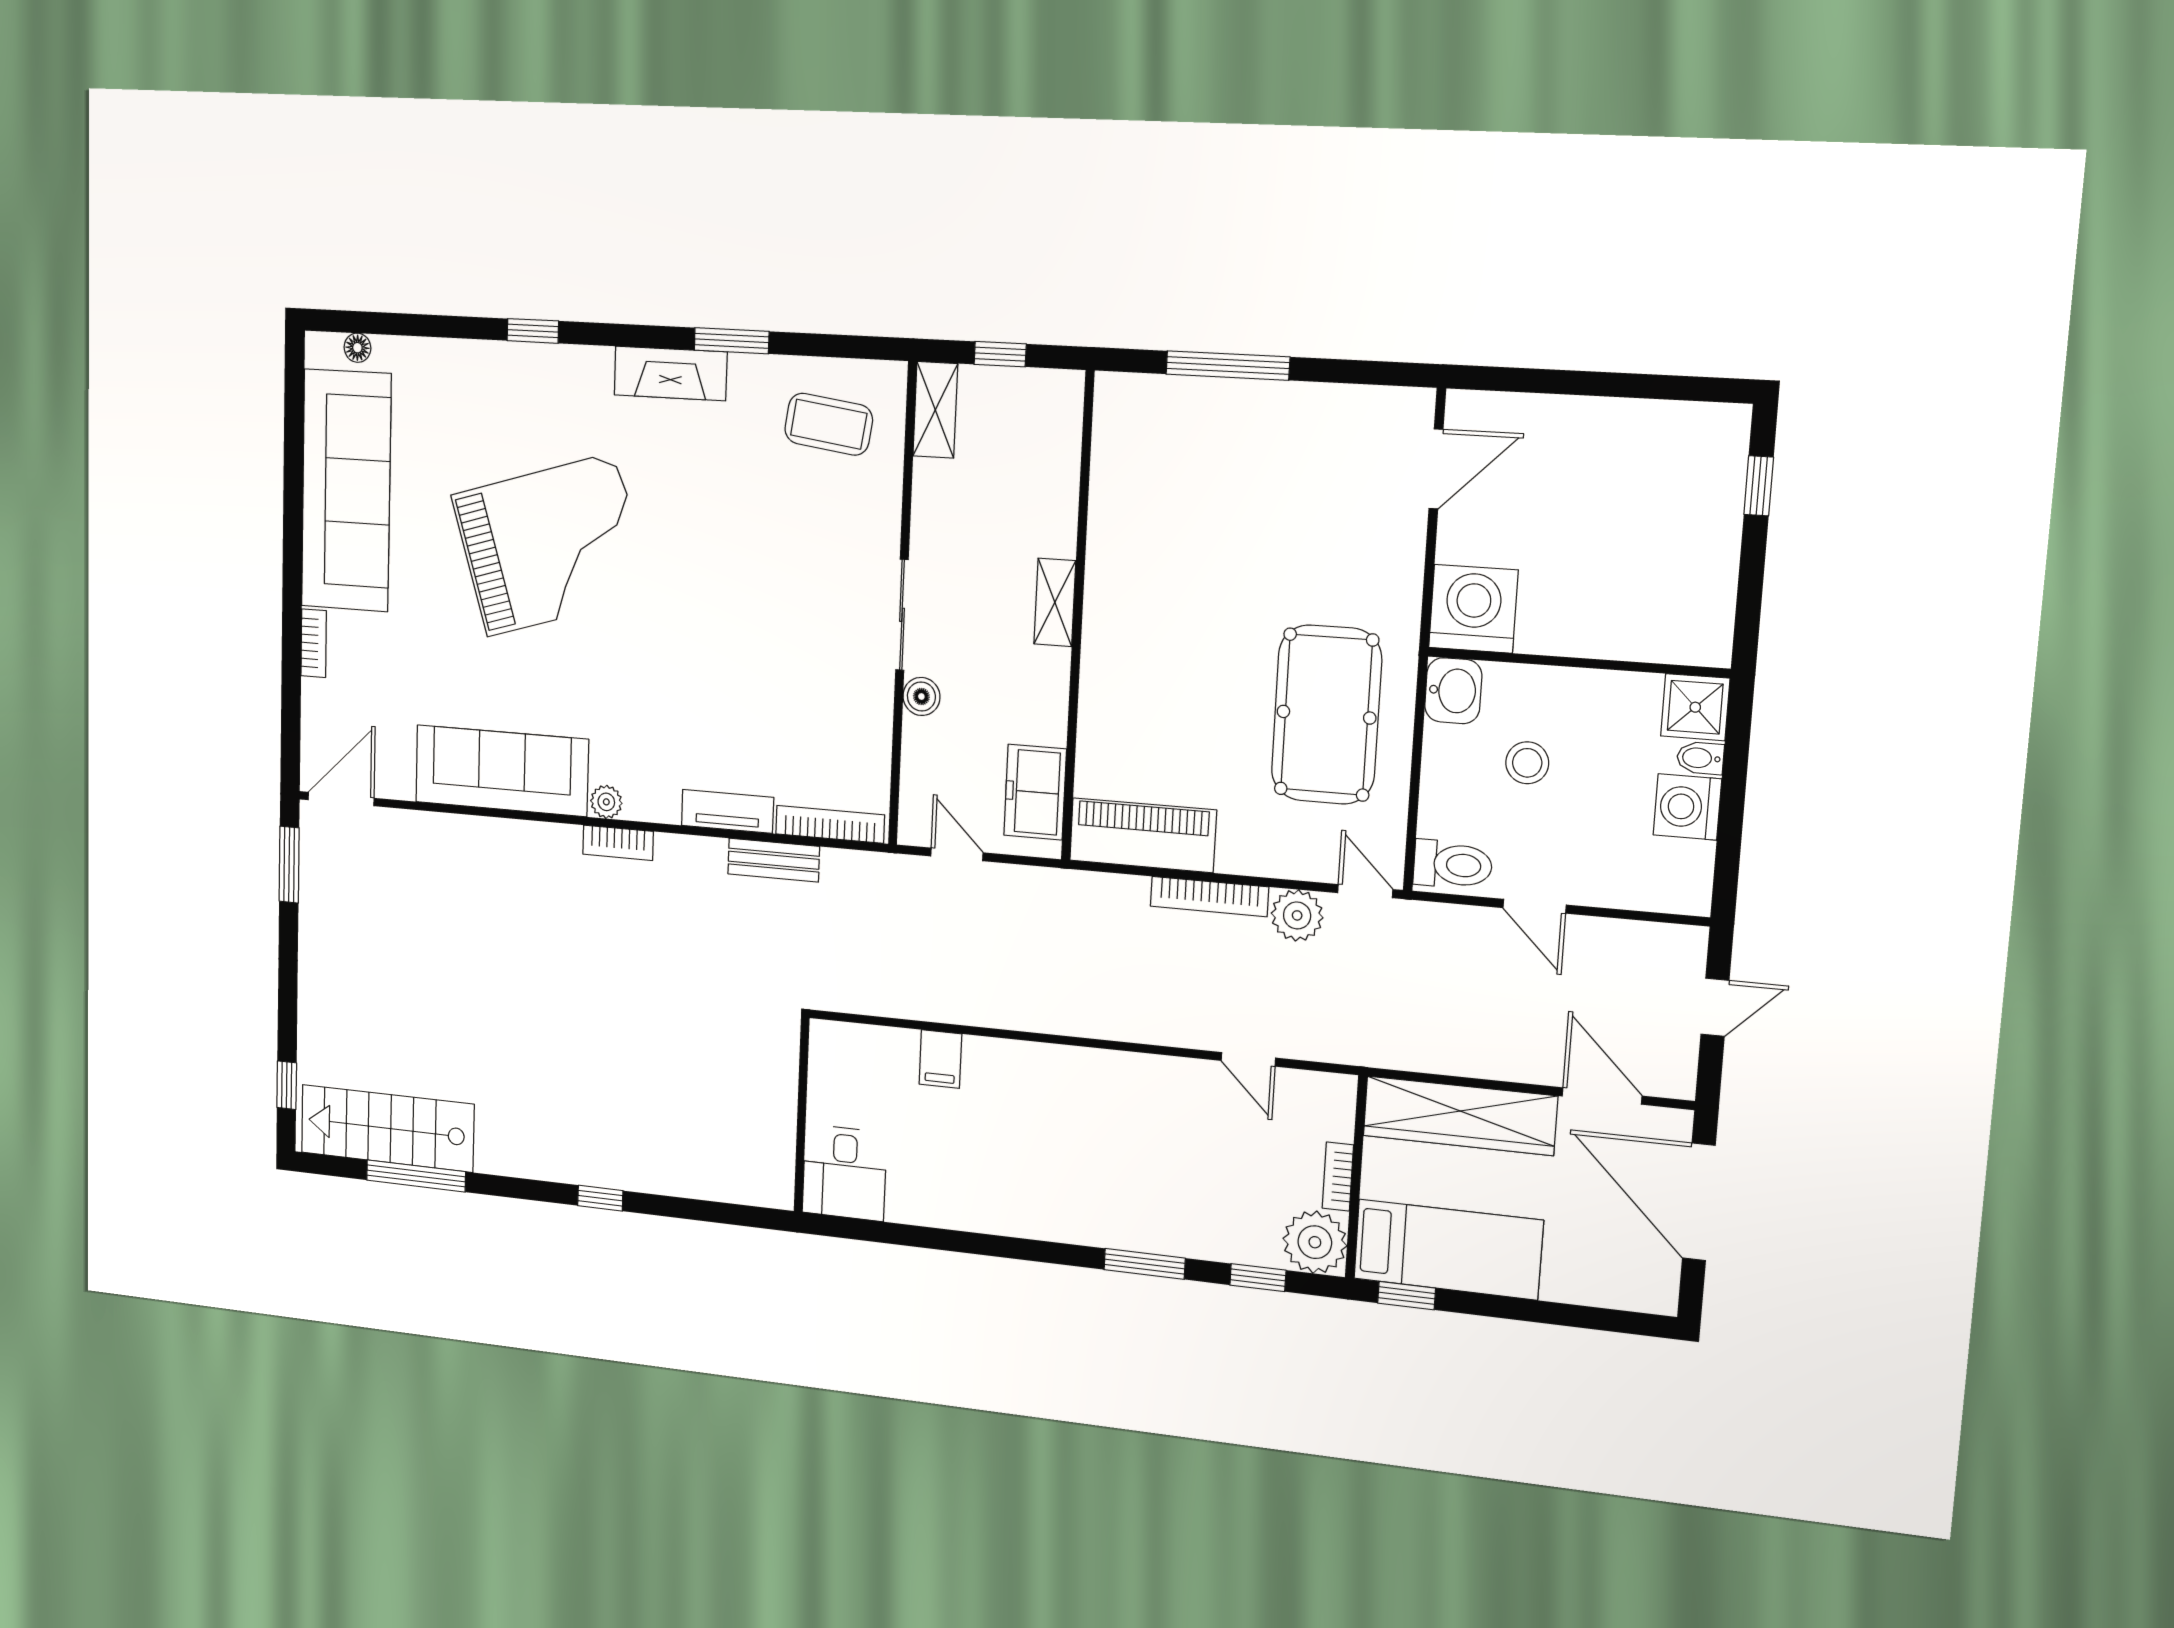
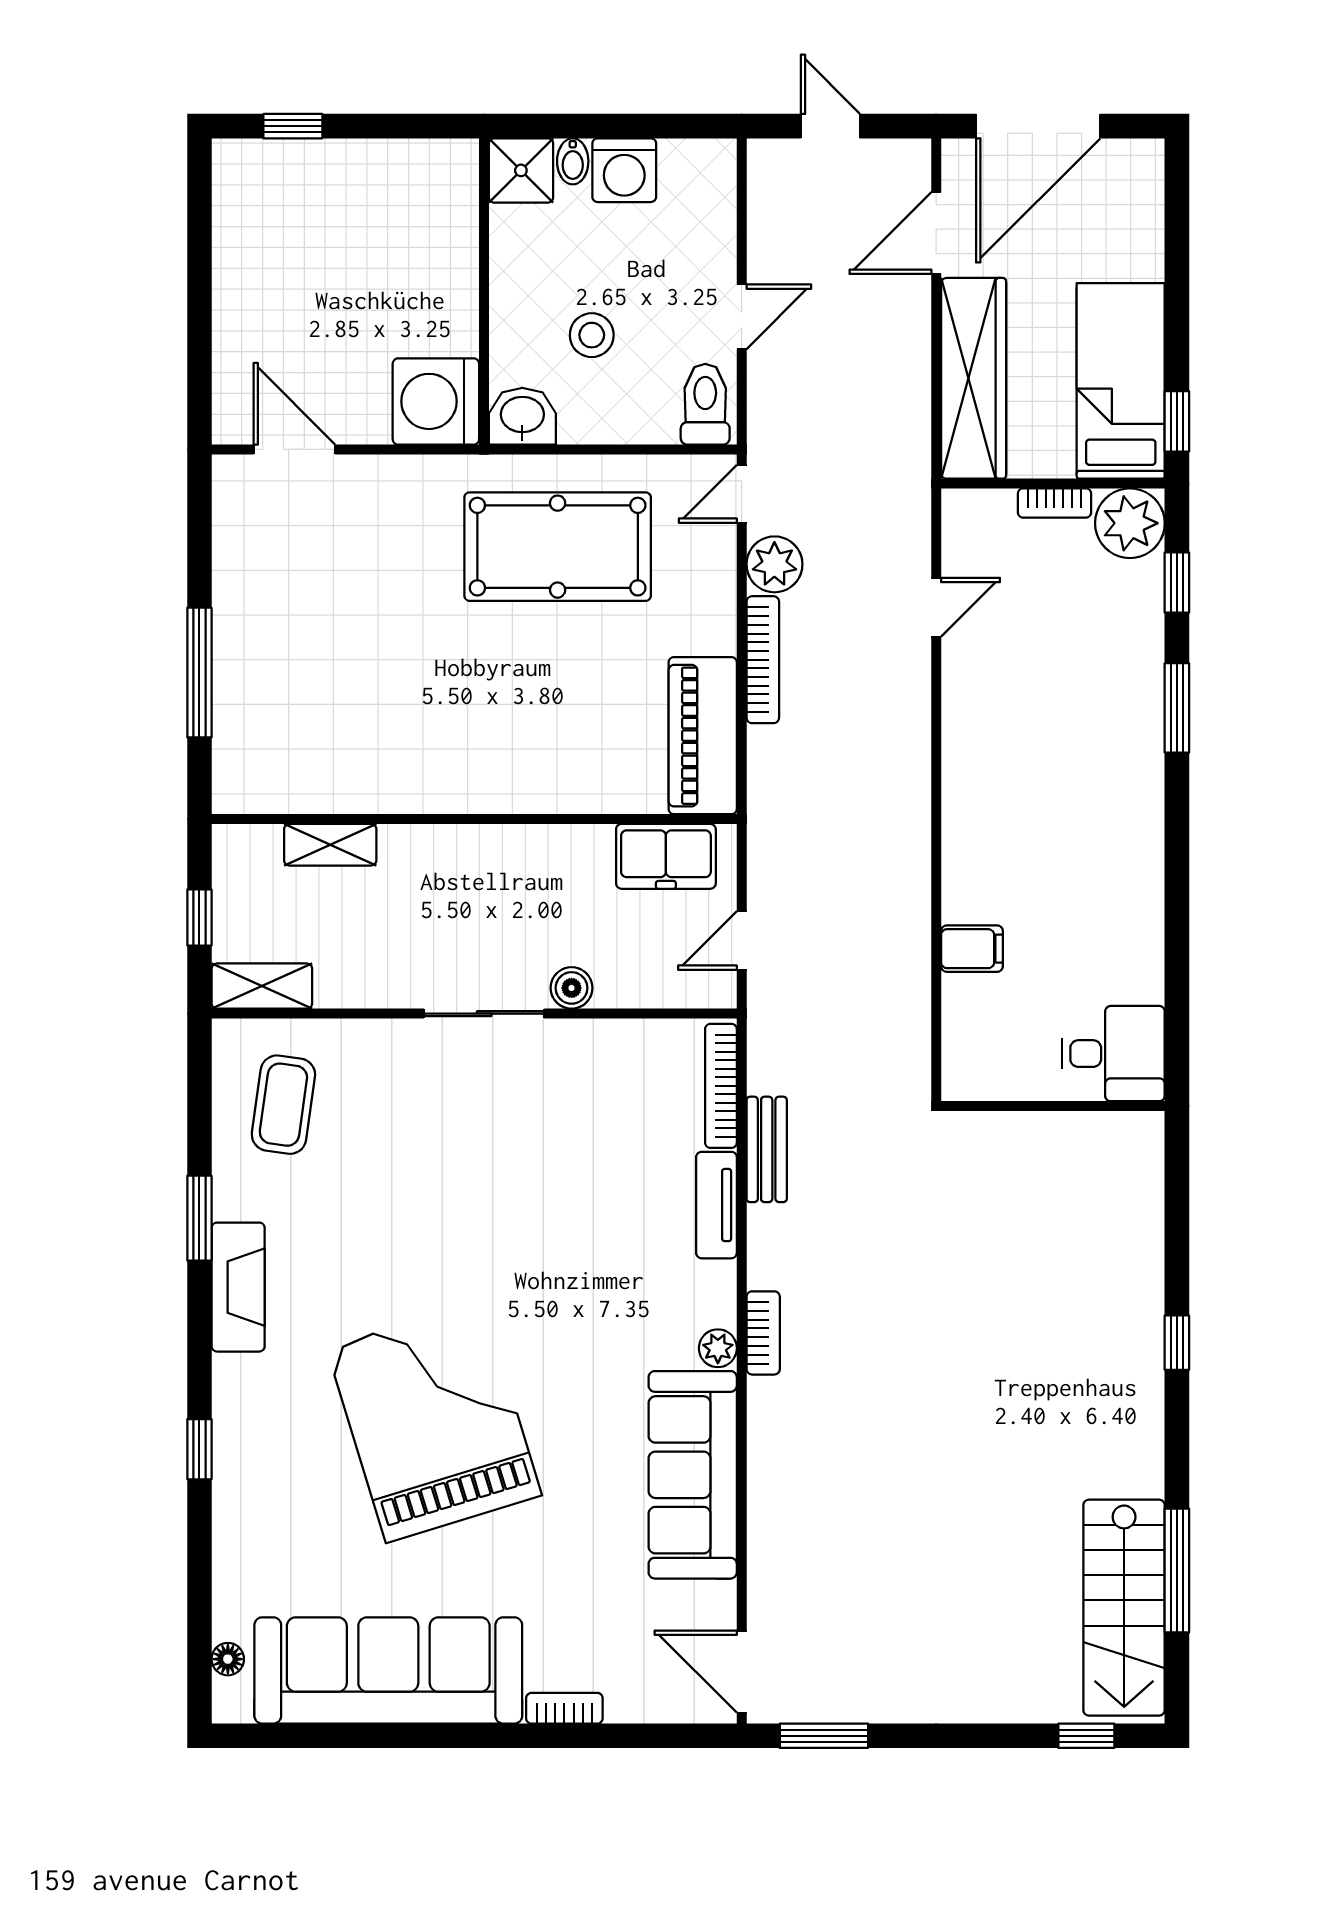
shelving: (1055, 602) -> (330, 845), moved

